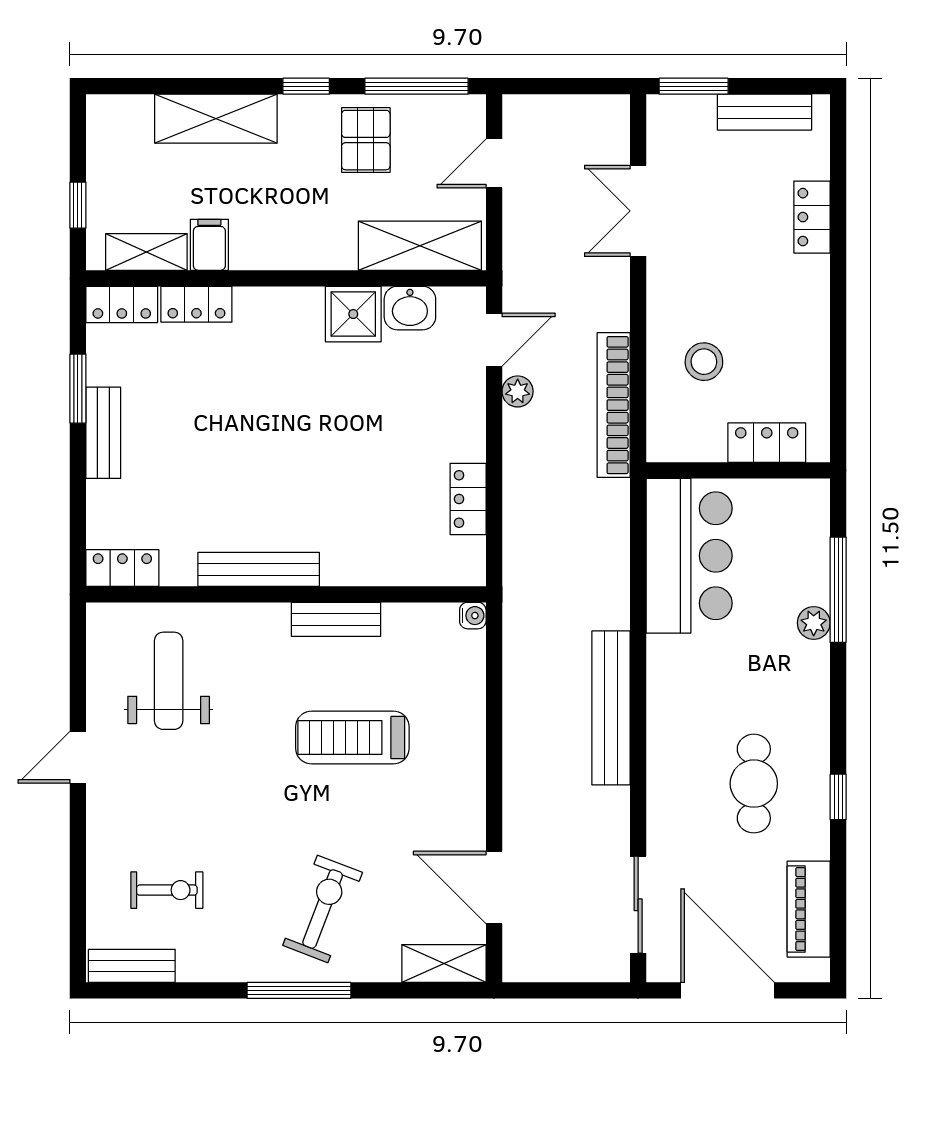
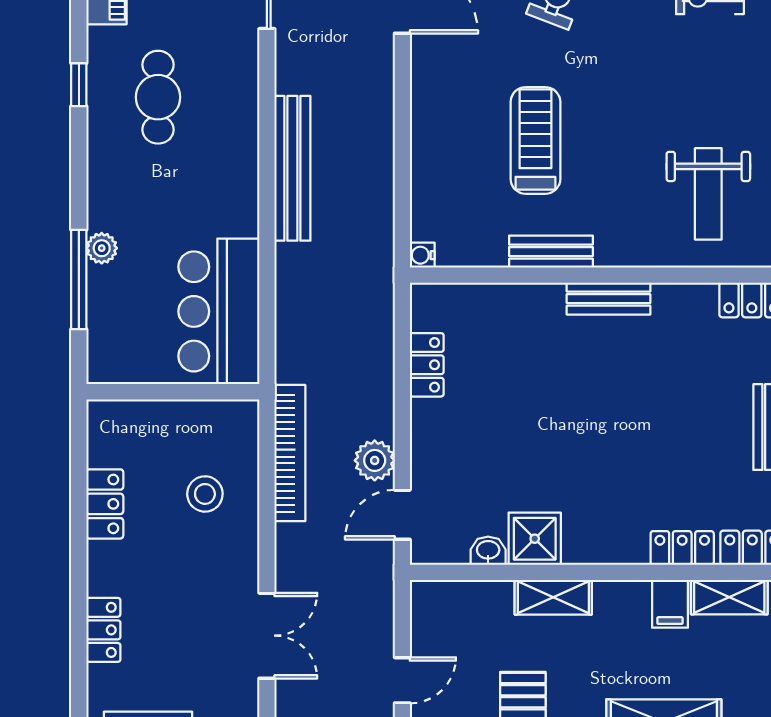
shelving: (420, 246) -> (553, 597), moved, width x0.67, depth x0.75
washbasin: (410, 308) -> (488, 551), width x0.72, depth x0.69
plant: (518, 391) -> (375, 460), width x1.38, depth x1.38
locker: (767, 443) -> (105, 504), moved, turned -90
bench: (259, 569) -> (608, 299), width x0.73
treadmill: (352, 738) -> (535, 140), turned -90

